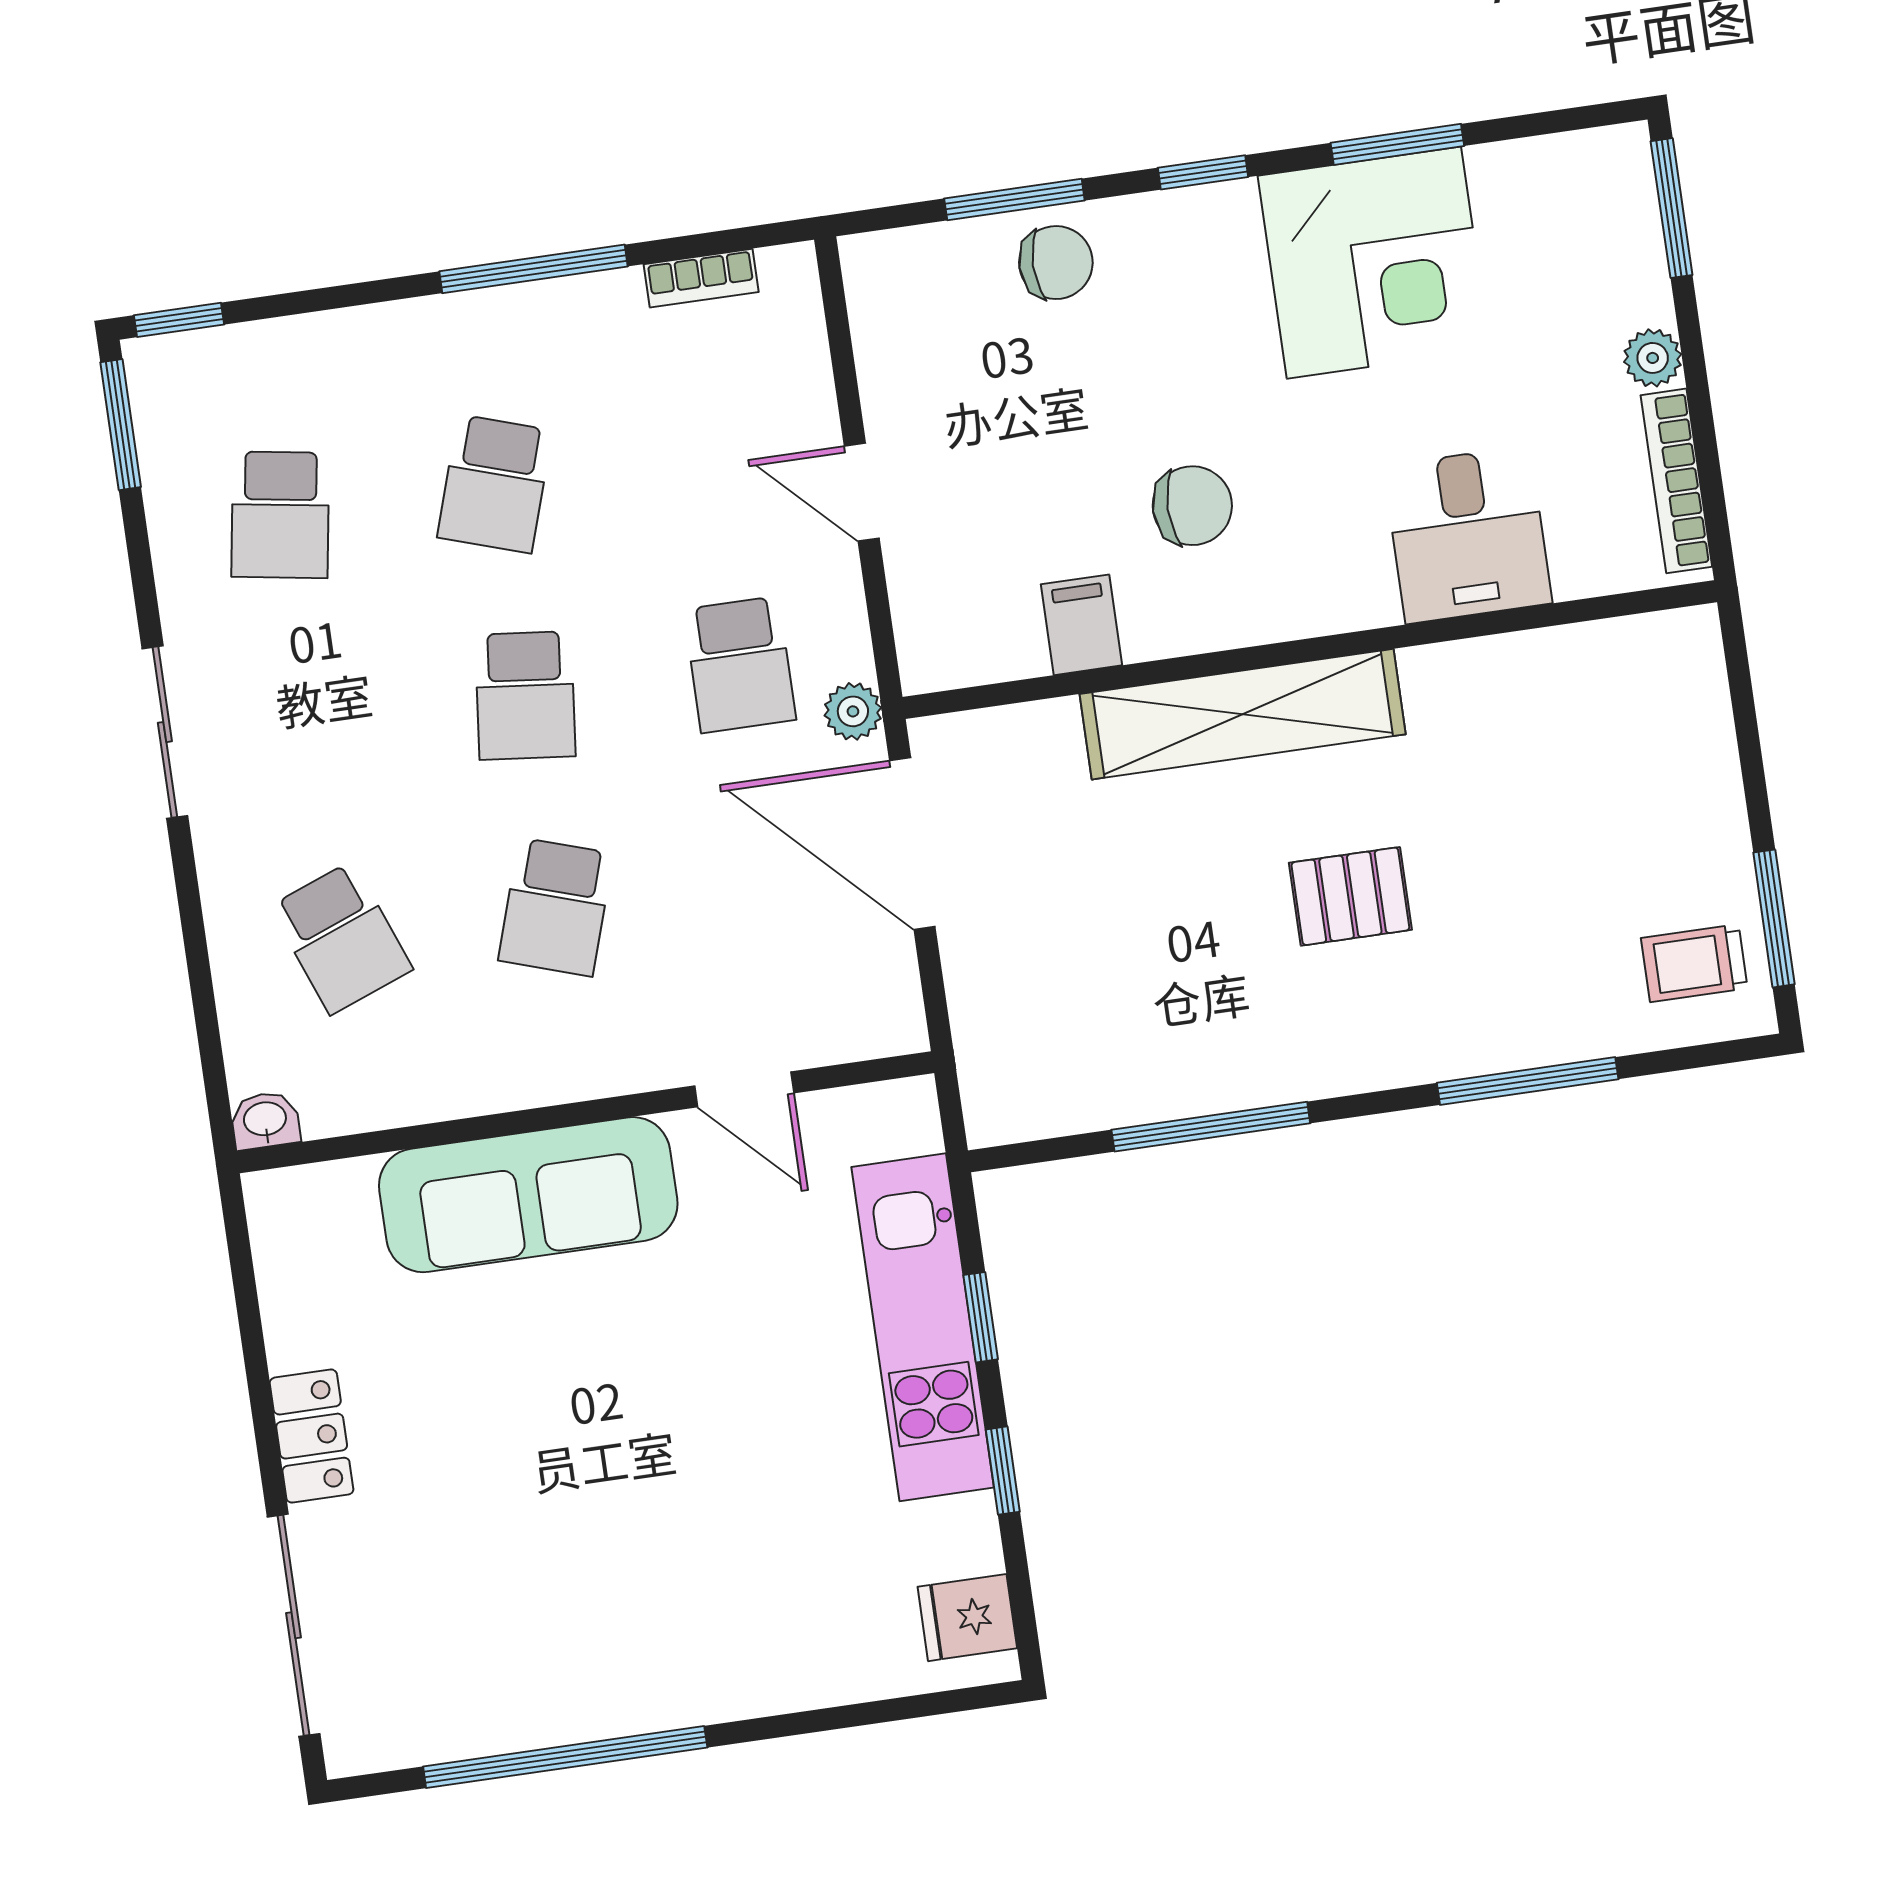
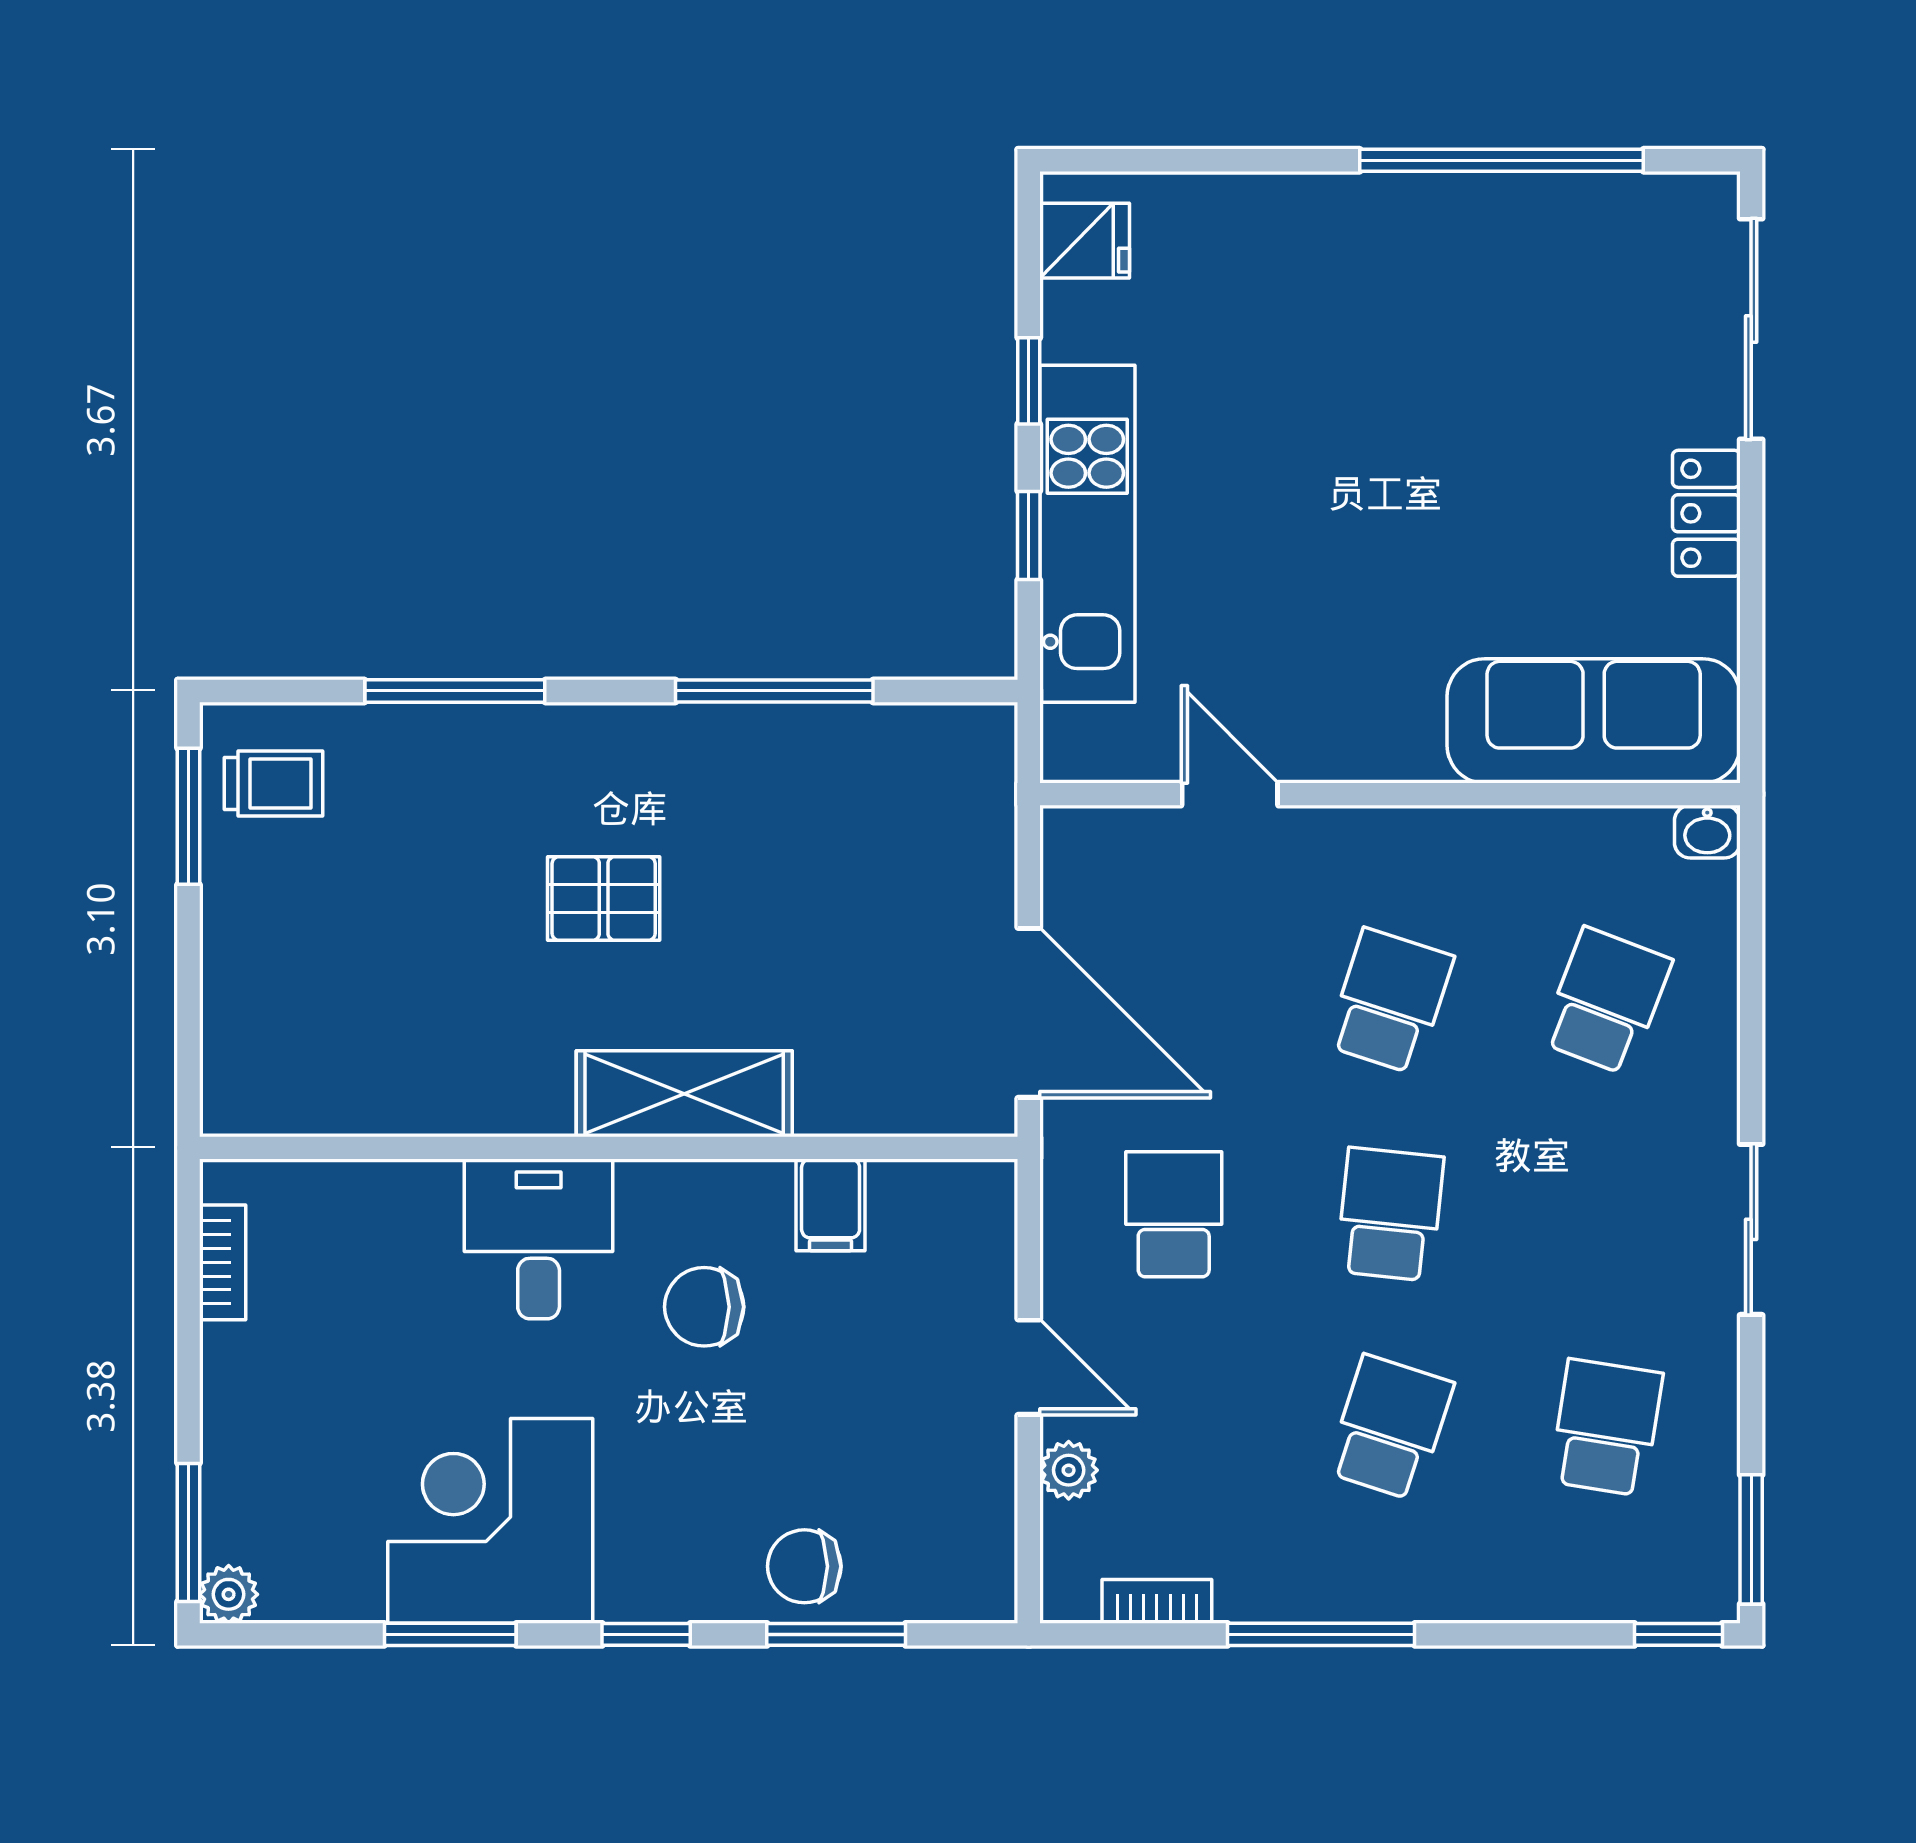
plant: (1653, 358) -> (229, 1594), moved
bookcase: (1676, 481) -> (223, 1262), width x0.64
desk: (1468, 535) -> (539, 1239), moved
plant: (853, 711) -> (1069, 1470), moved
shelving: (1243, 714) -> (684, 1094), width x0.68
school desk: (341, 938) -> (1606, 1001), turned 42
sofa: (528, 1195) -> (1594, 721), moved

